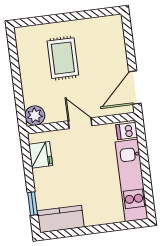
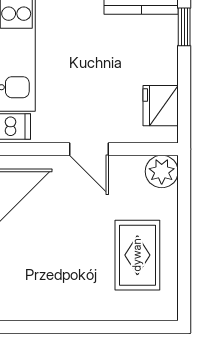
rug: (63, 58) -> (137, 255), moved

